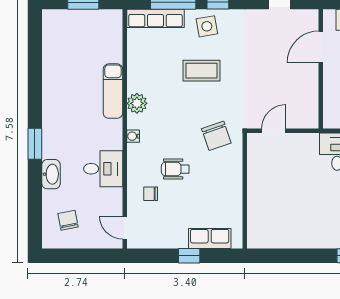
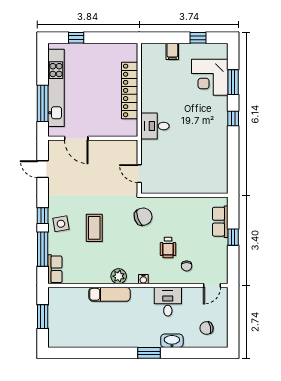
row of seats: (155, 18) -> (55, 269), width x0.68

